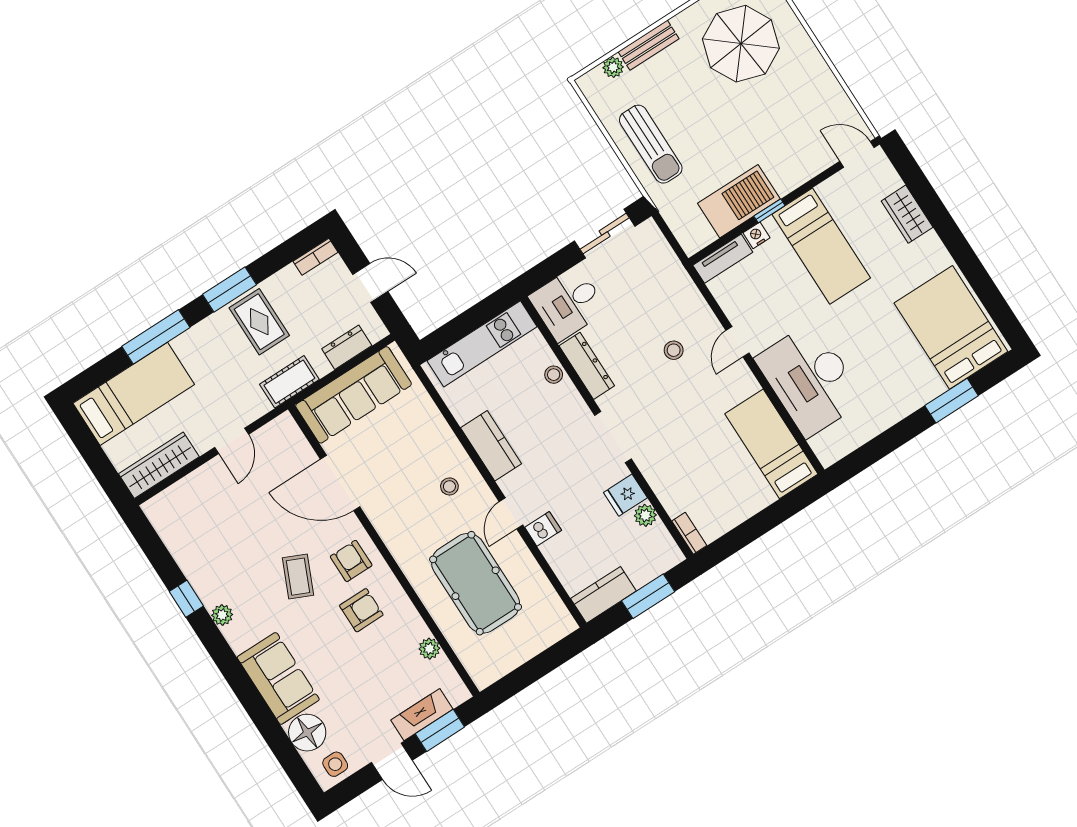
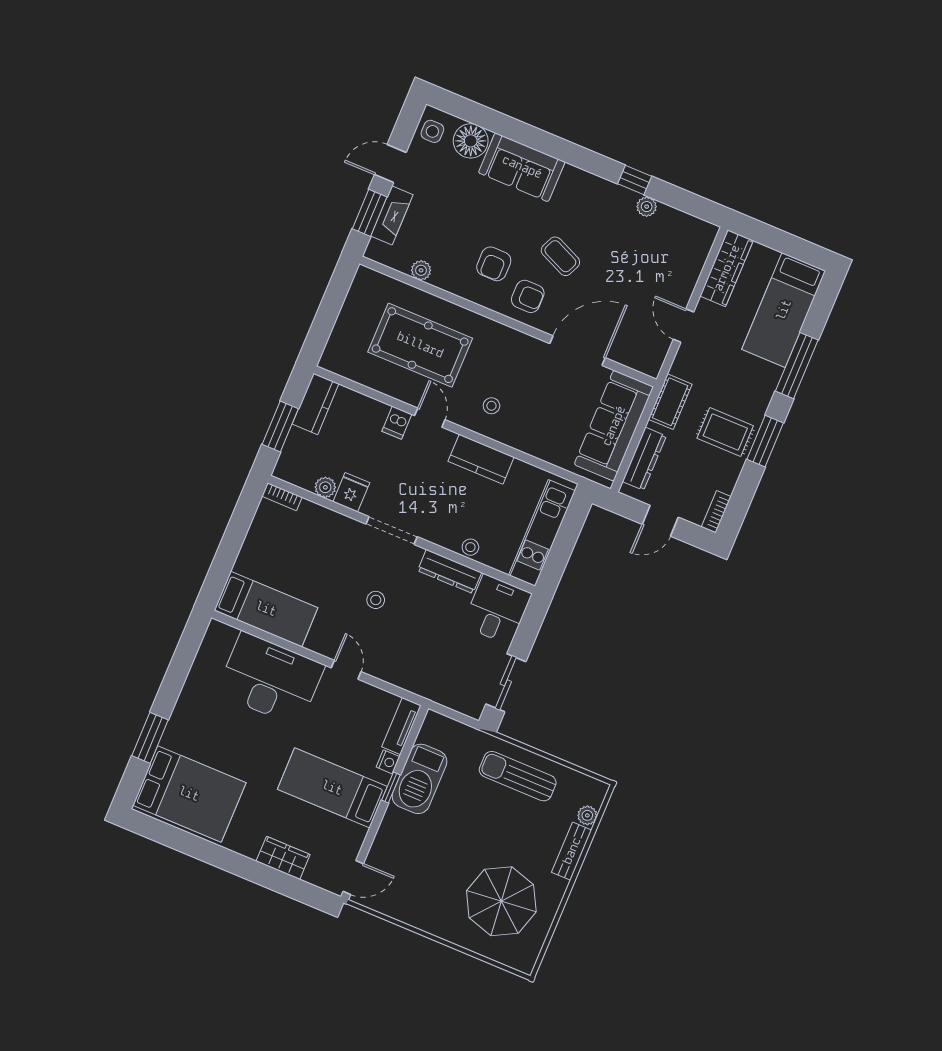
dresser: (347, 347) -> (644, 459), width x1.44
stool: (674, 350) -> (376, 600), moved
plant: (222, 615) -> (647, 207), moved

